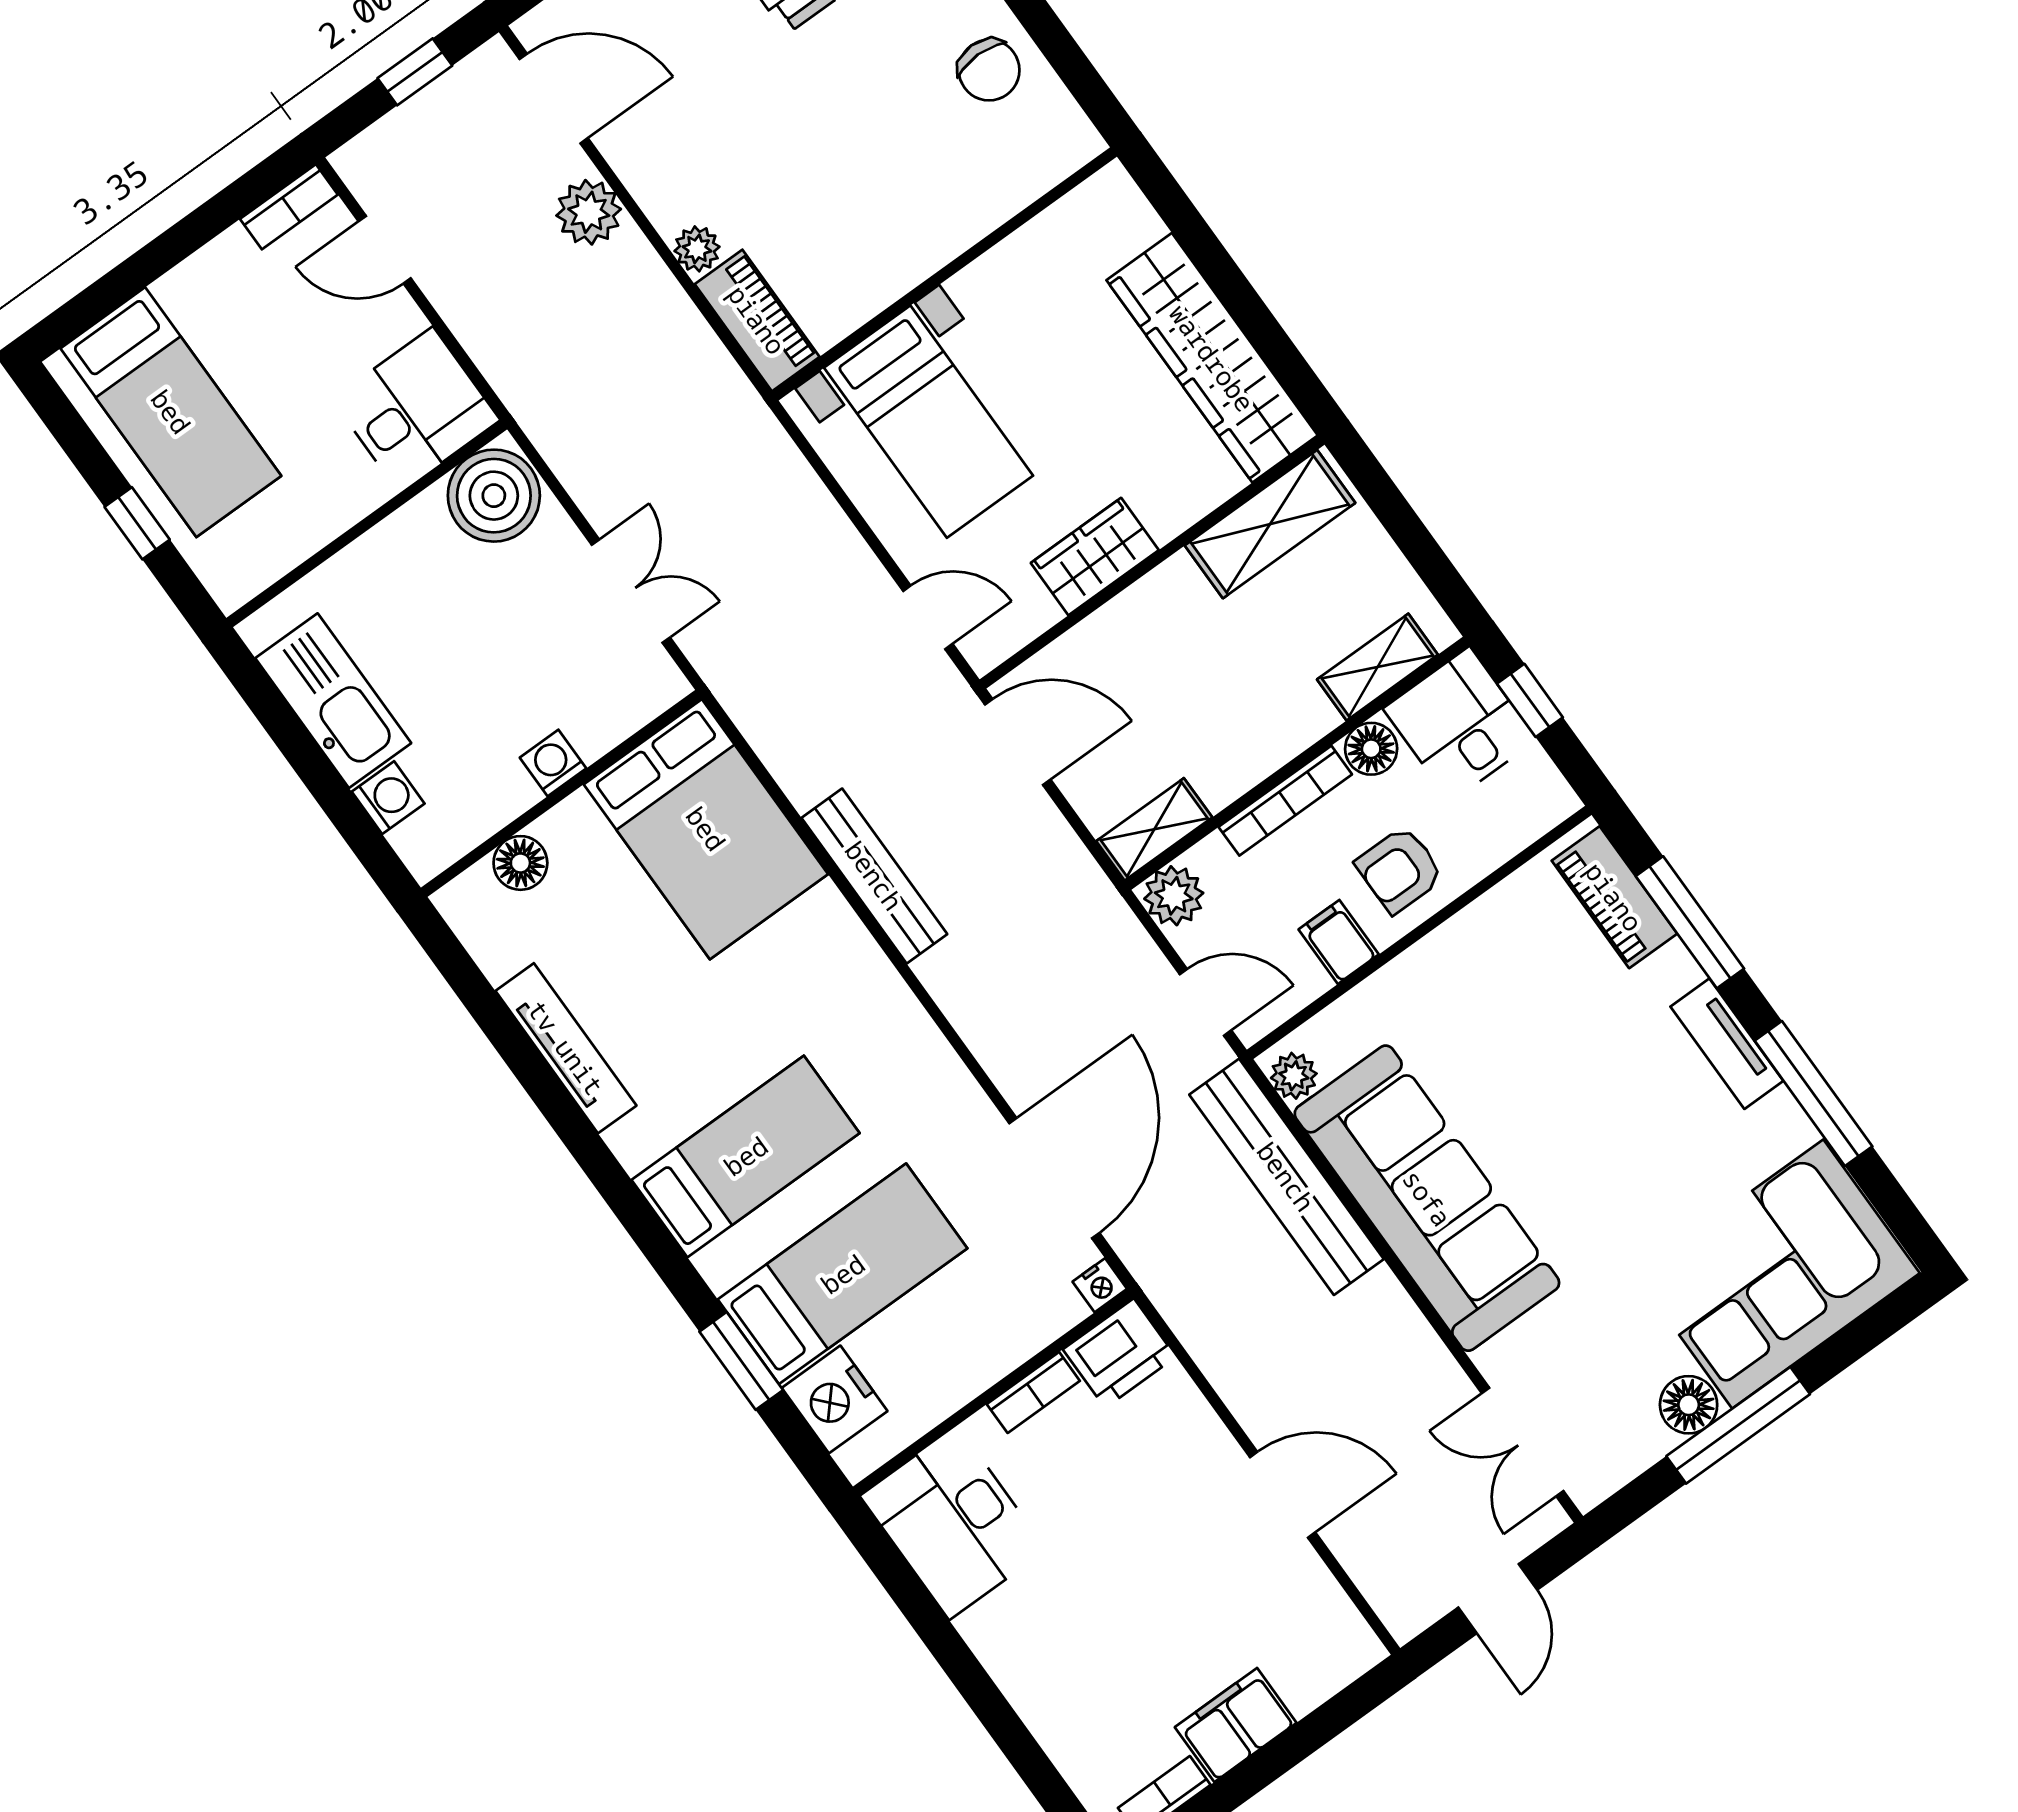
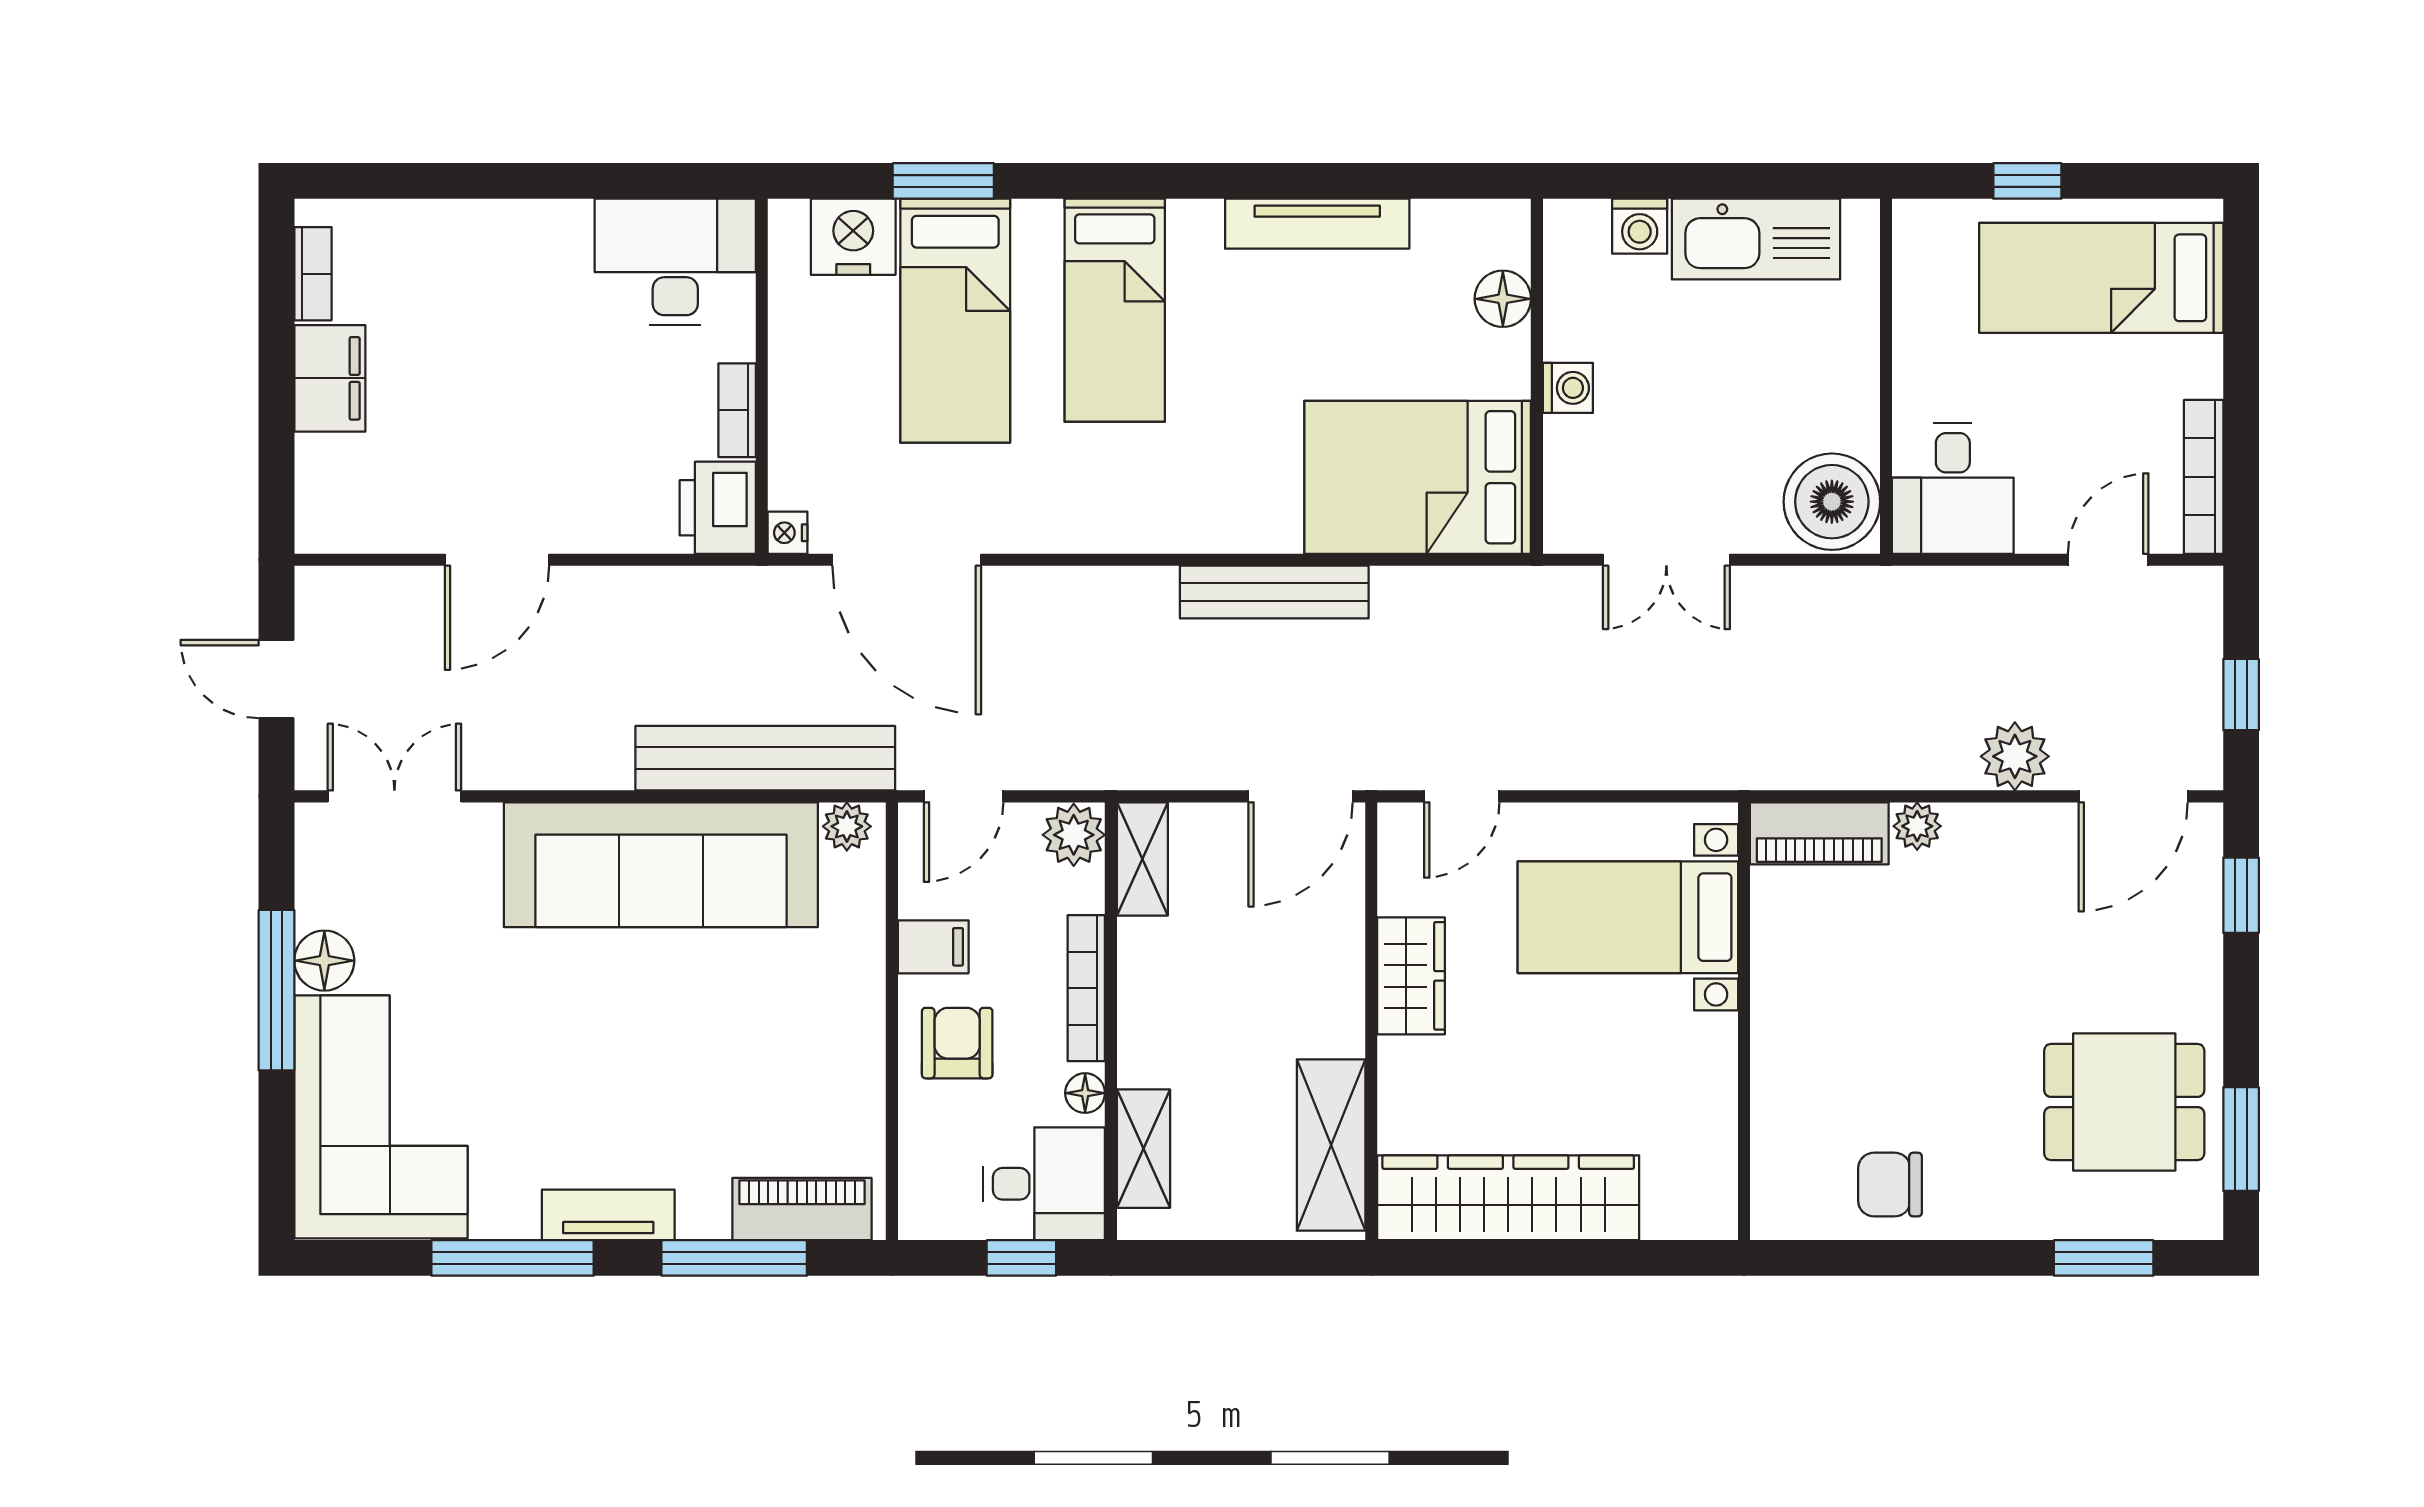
bookcase: (289, 207) -> (2204, 477), width x1.56
floor lamp: (1371, 749) -> (1085, 1093), width x0.73, depth x0.73

